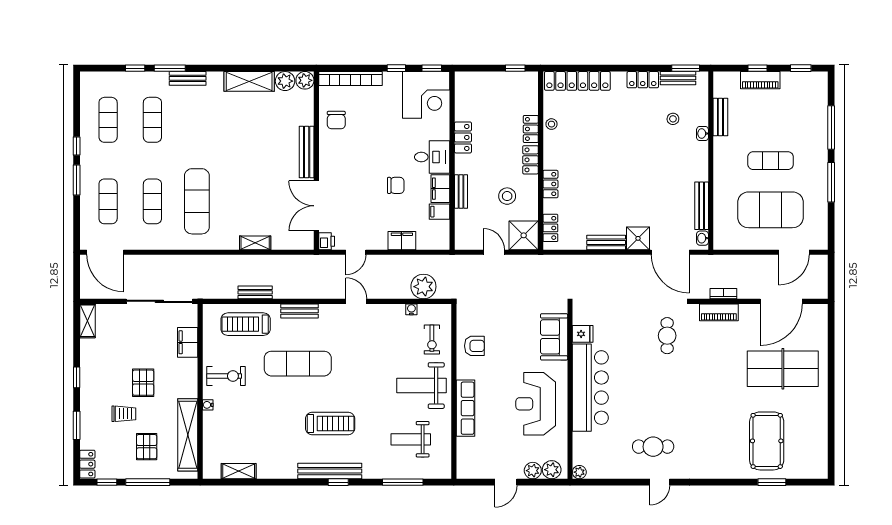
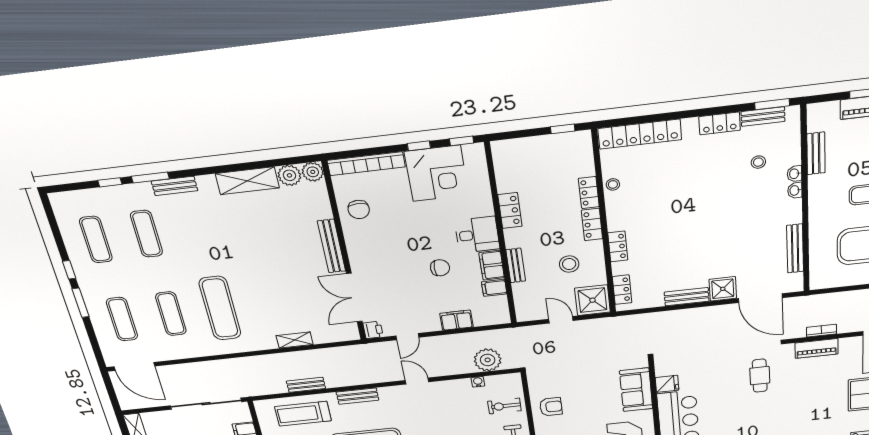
corner desk: (426, 95) -> (437, 173), moved
washbasin: (702, 238) -> (795, 190), moved
exercise bike: (432, 340) -> (504, 406), turned 90

